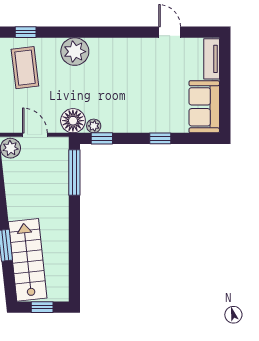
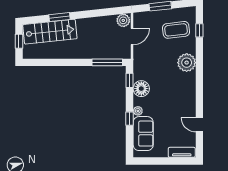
door: (170, 32) -> (199, 125), swing flipped
sofa: (204, 107) -> (143, 134), moved, turned 90
floor lamp: (73, 121) -> (141, 89), moved
plant: (94, 126) -> (138, 111), moved

